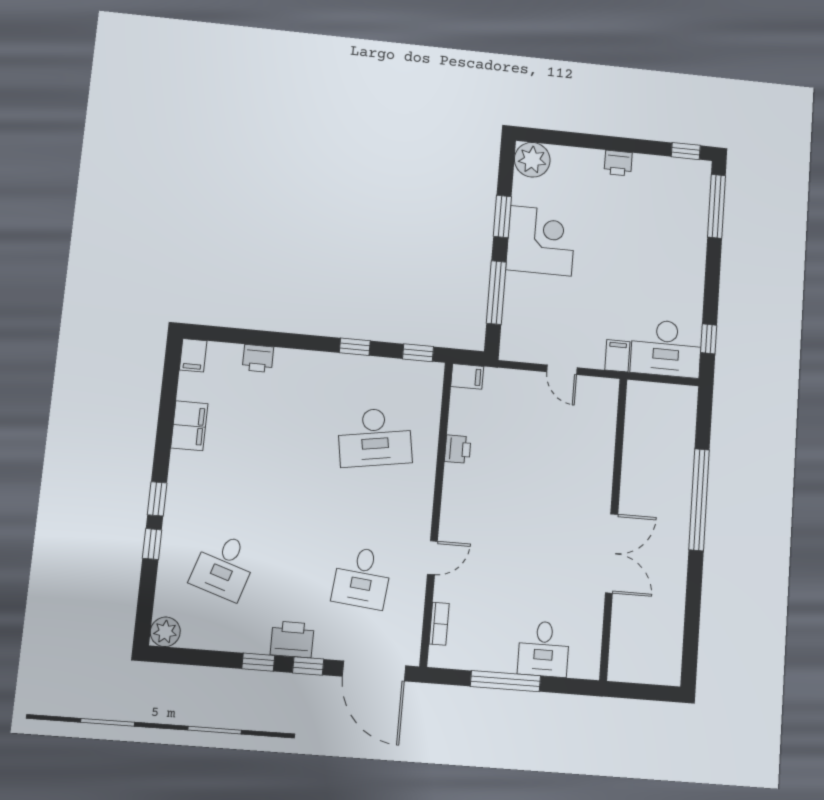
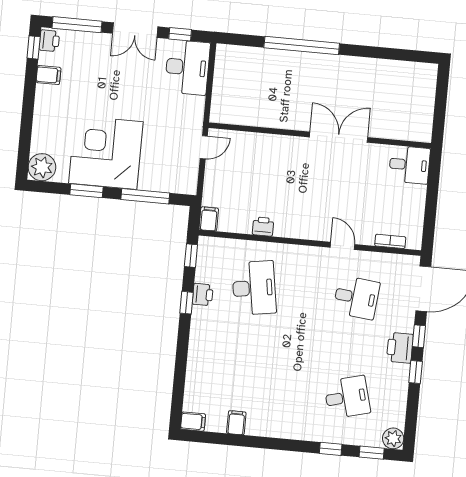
printer: (618, 163) -> (49, 41), moved
corner desk: (541, 241) -> (106, 153), width x1.36, depth x1.36
double door: (712, 281) -> (135, 30), added
filing cabinet: (617, 356) -> (48, 75), moved, turned 180
printer: (258, 358) -> (203, 295), moved
filing cabinet: (189, 426) -> (236, 423), width x0.50
window: (157, 499) -> (372, 453), moved
wall: (613, 528) -> (320, 135), moved
double door: (612, 553) -> (339, 137), moved
desk: (224, 566) -> (347, 397), turned -33
window: (505, 681) -> (432, 193), removed

